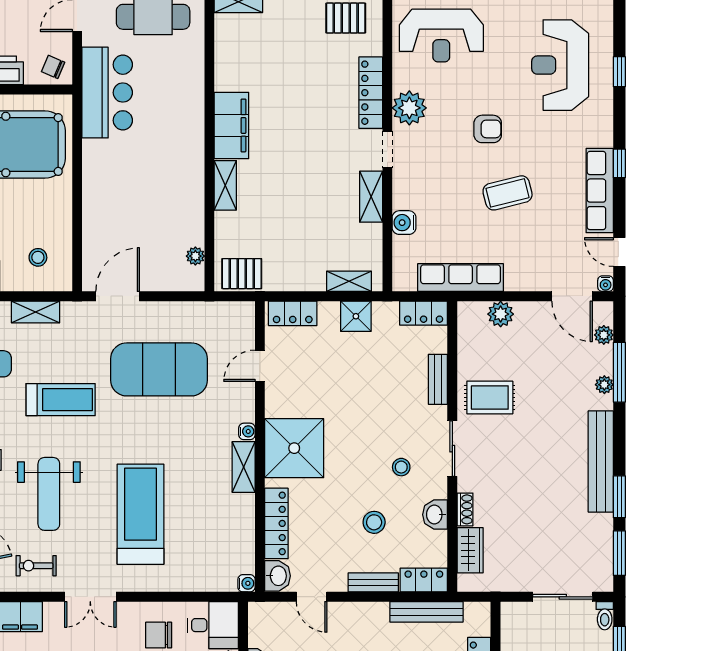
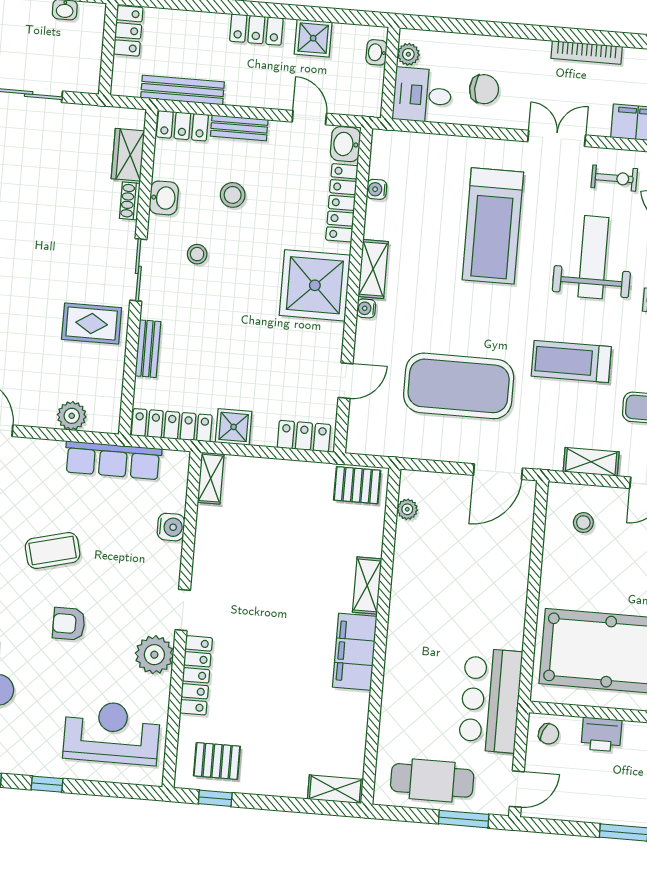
shelving: (371, 197) -> (205, 559), removed
shelving: (349, 281) -> (211, 478), moved, turned 90
locker: (424, 313) -> (172, 425), width x1.53
water cooler: (246, 583) -> (377, 189), moved

